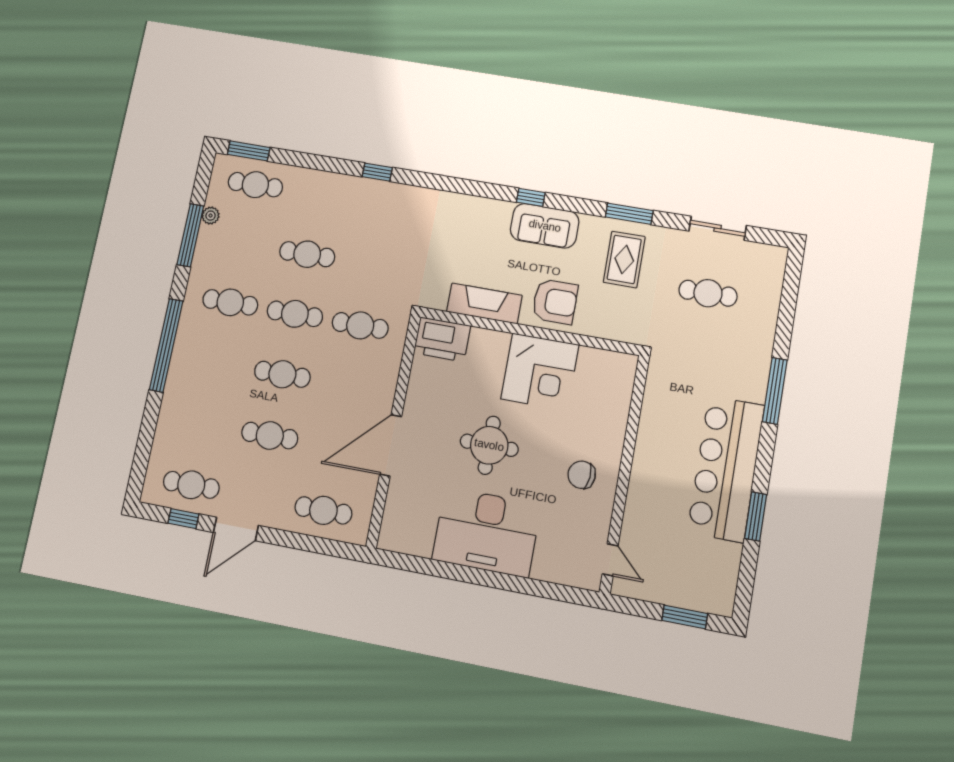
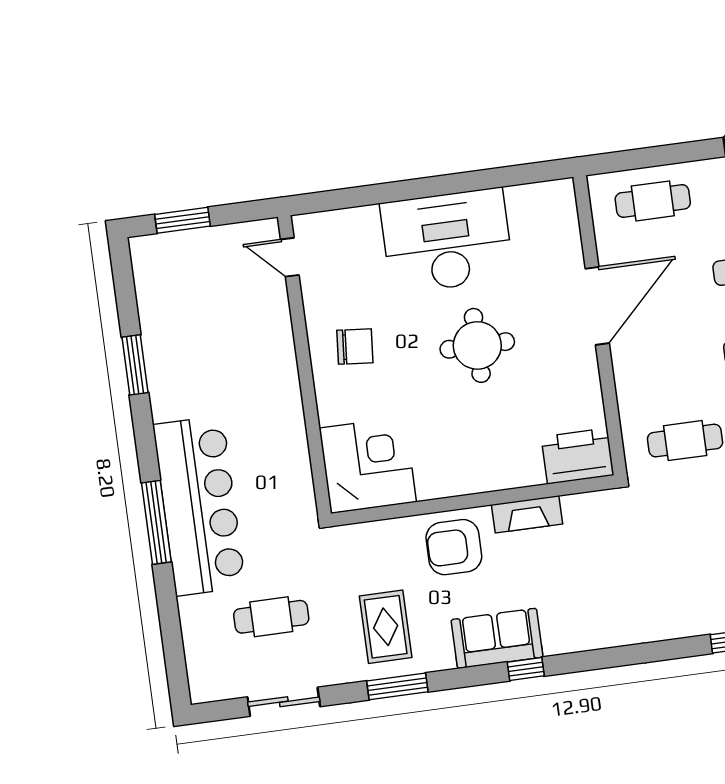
fireplace: (484, 303) -> (527, 514), width x0.73, depth x0.76
corner desk: (540, 372) -> (368, 465), moved, turned 90
bar counter: (726, 469) -> (199, 506), moved

